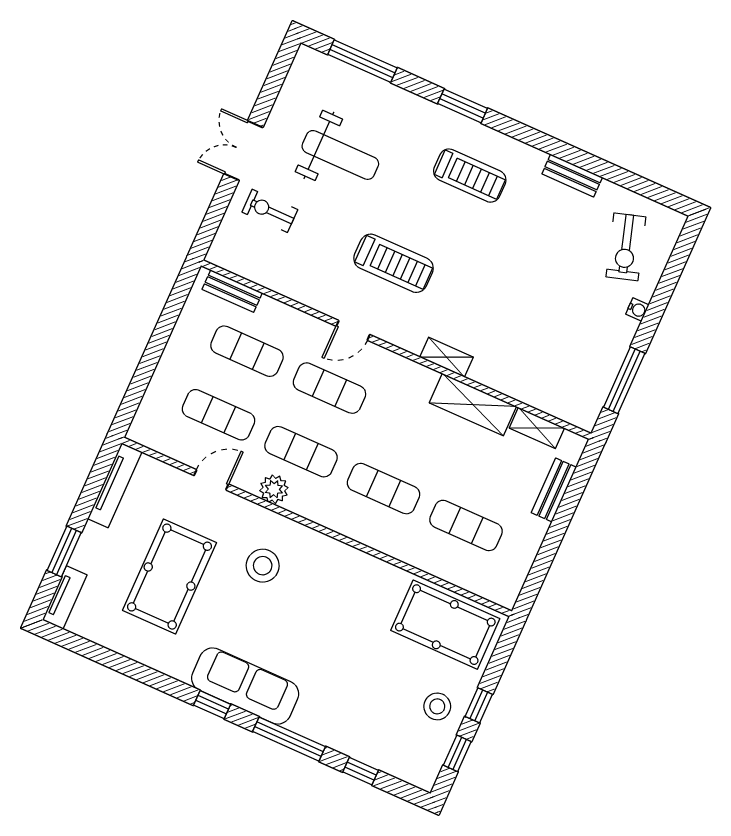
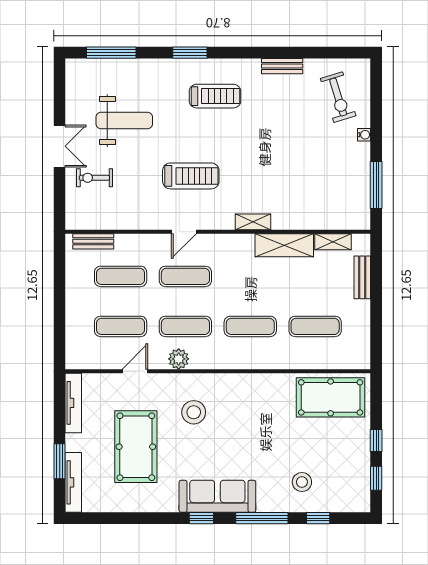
double door: (243, 151) -> (60, 146), swing flipped
tv unit: (65, 597) -> (73, 482), width x1.41
stool: (437, 706) -> (302, 482), moved

